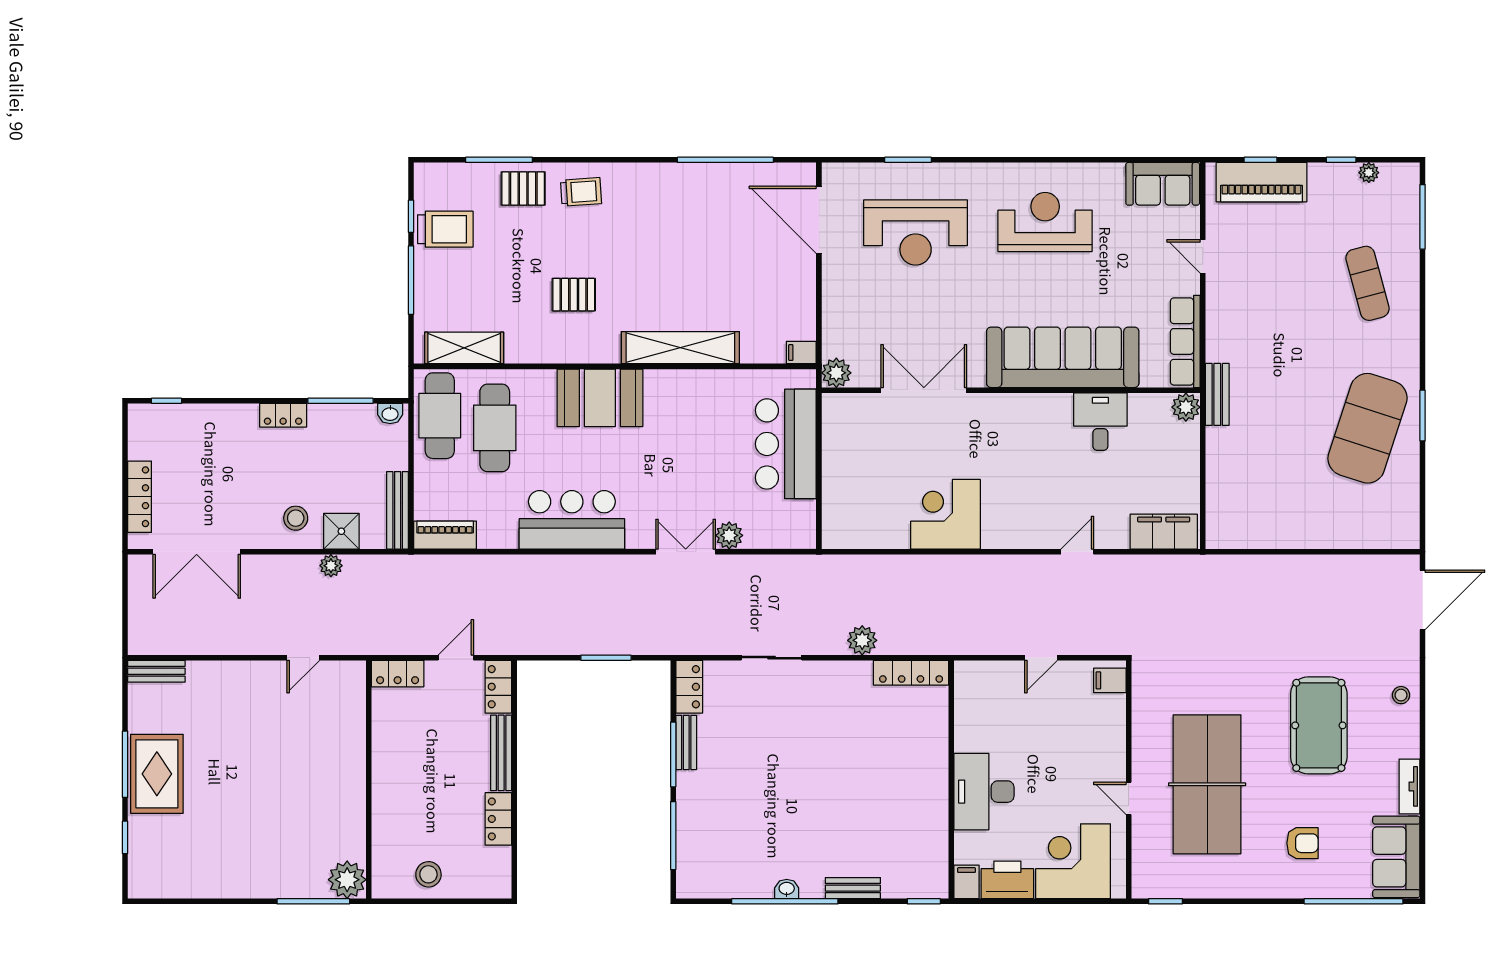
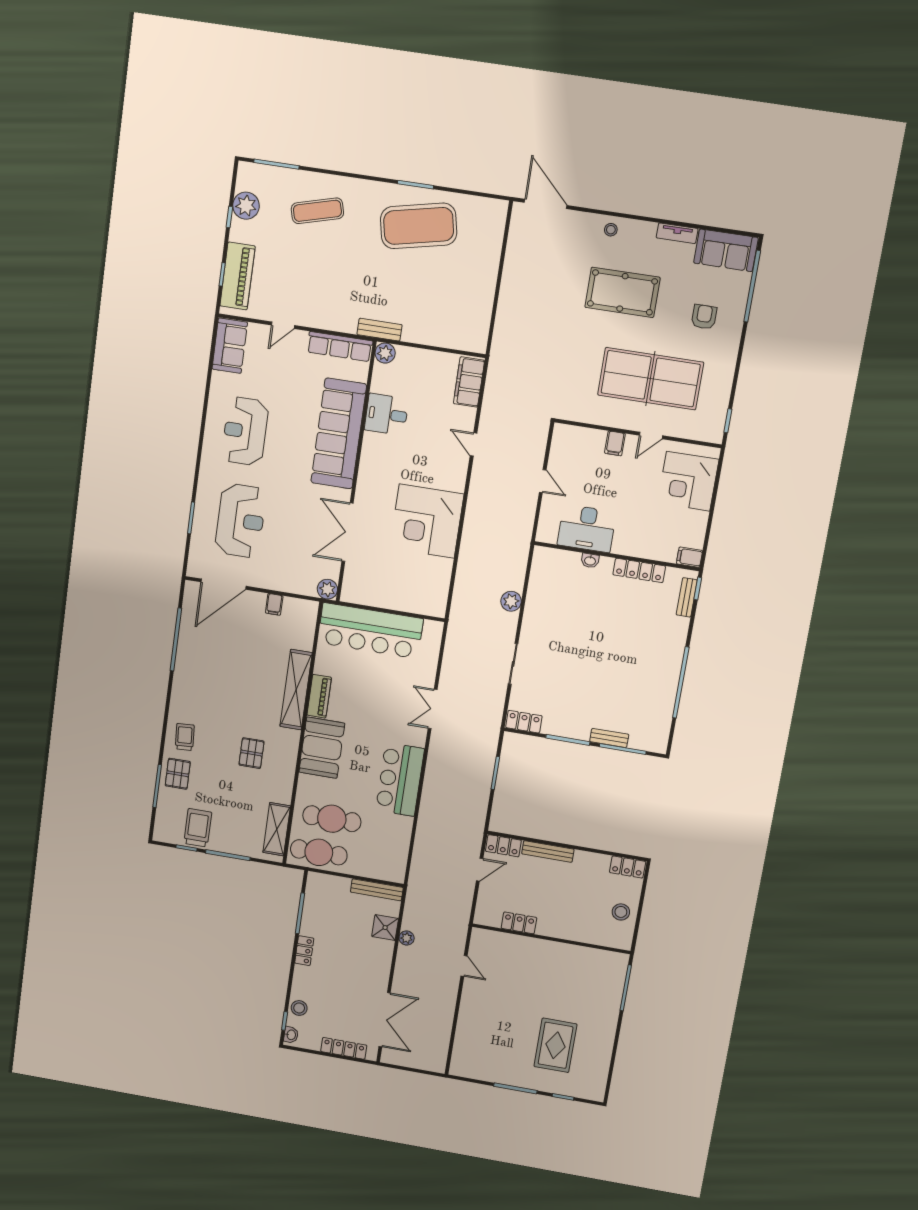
plant: (1369, 173) -> (246, 206), width x1.88, depth x1.88
filing cabinet: (801, 353) -> (274, 604), moved
washbasin: (390, 414) -> (291, 1035), moved
exercise mat: (1367, 428) -> (419, 226), turned -30
bar counter: (786, 444) -> (370, 631), width x1.36
corner desk: (945, 514) -> (427, 521), width x1.36, depth x1.36
stool: (296, 518) -> (299, 1008), moved
piano: (445, 535) -> (319, 696), moved, turned 180
plant: (729, 535) -> (426, 678), removed
door: (456, 658) -> (480, 870), swing flipped
bench: (156, 671) -> (458, 1058), removed
locker: (911, 673) -> (639, 570), moved, turned 90
locker: (398, 674) -> (519, 923), moved, turned -90
filing cabinet: (1110, 680) -> (615, 443), moved
bench: (686, 742) -> (609, 738), moved
rug: (157, 774) -> (555, 1045), moved, turned 90
desk: (984, 792) -> (587, 528), moved
locker: (498, 819) -> (628, 867), moved
plant: (347, 880) -> (615, 964), removed
printer: (1007, 880) -> (693, 529), removed
bench: (853, 888) -> (687, 597), moved
washbasin: (787, 889) -> (590, 561), moved, turned -90

